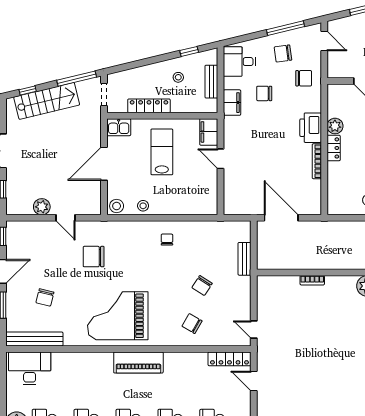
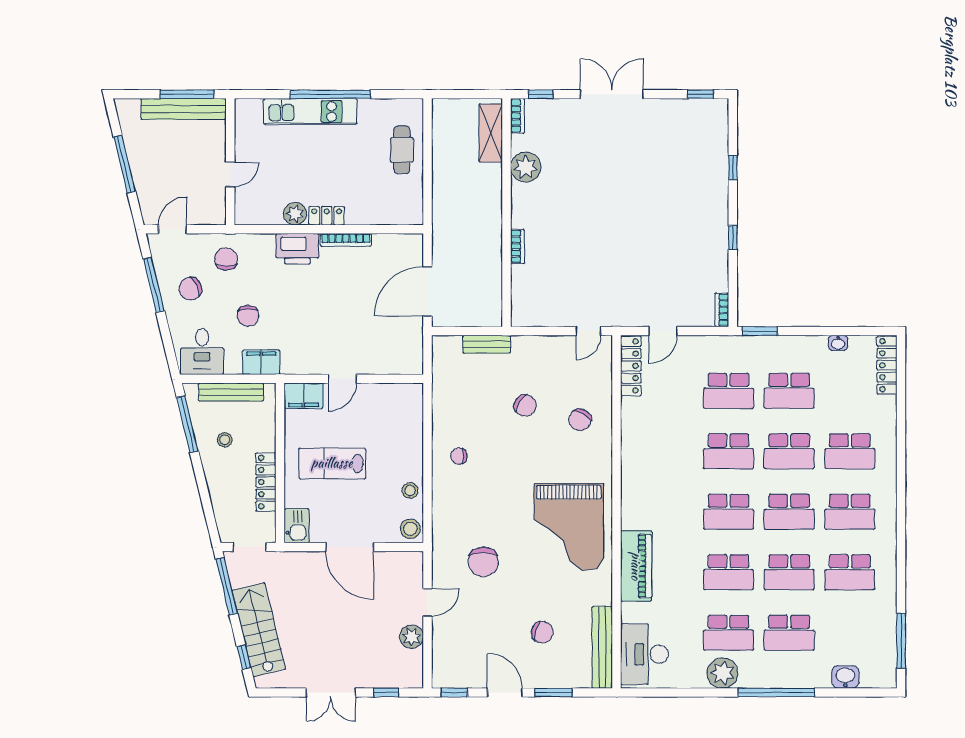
window: (189, 51) -> (187, 424), width x2.17
chair: (283, 54) -> (190, 289), turned 72
bench: (211, 82) -> (231, 392), width x1.36
piano: (138, 362) -> (636, 566), moved

